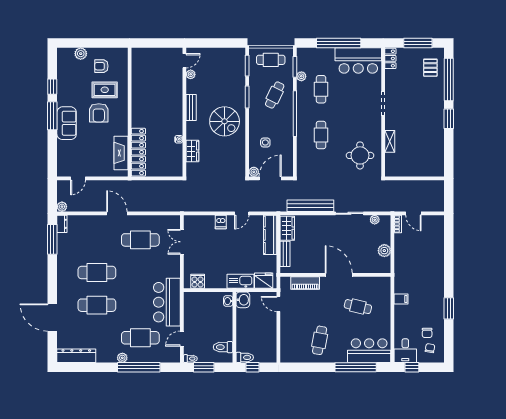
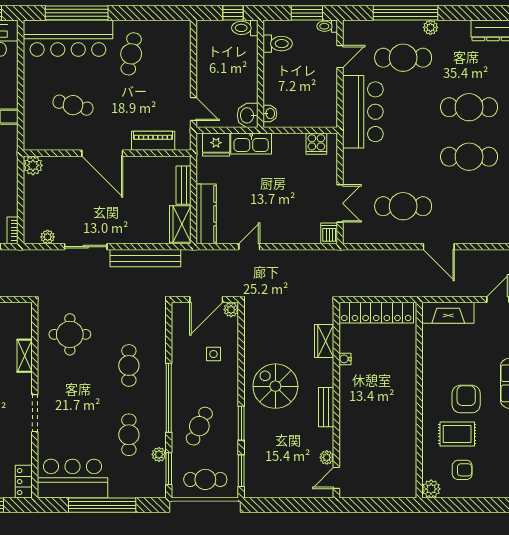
plant: (81, 54) -> (431, 489), moved
locker: (138, 152) -> (376, 313), moved, turned -90
fireplace: (121, 153) -> (448, 313), moved, turned 90
dishwasher: (221, 222) -> (329, 233), moved
plant: (384, 251) -> (33, 165), moved
bar counter: (369, 351) -> (68, 38), width x1.36

